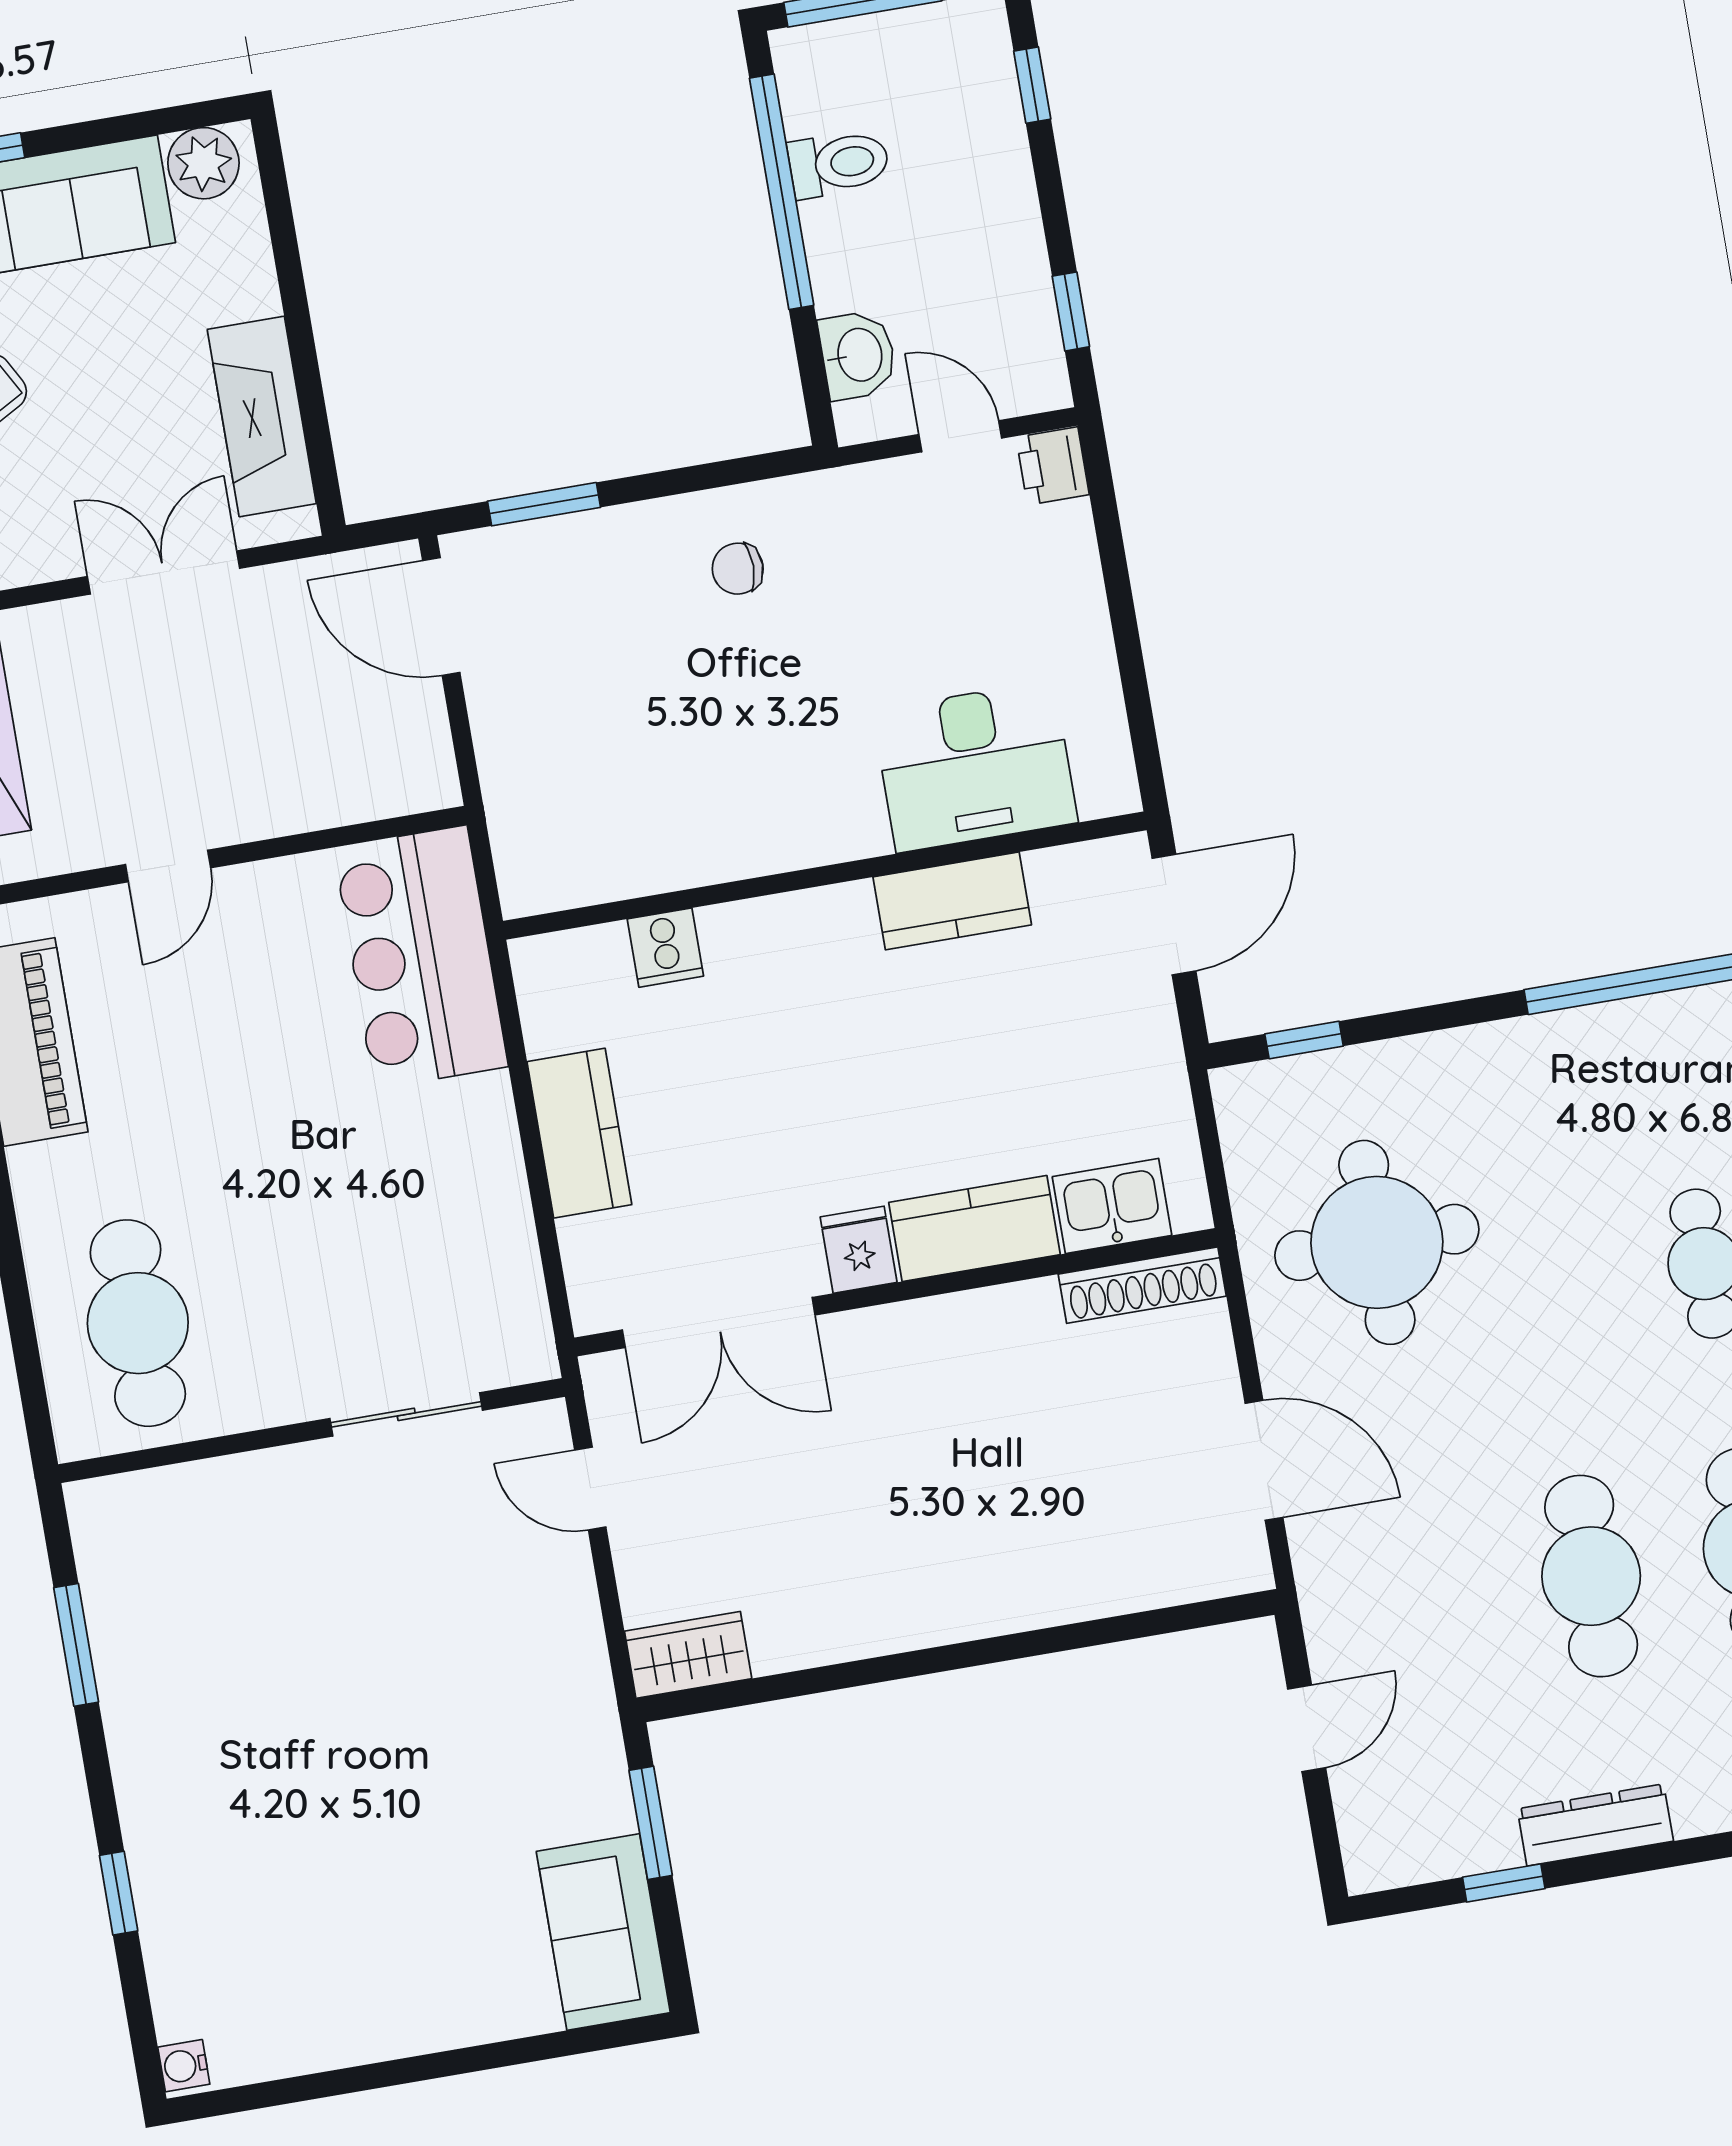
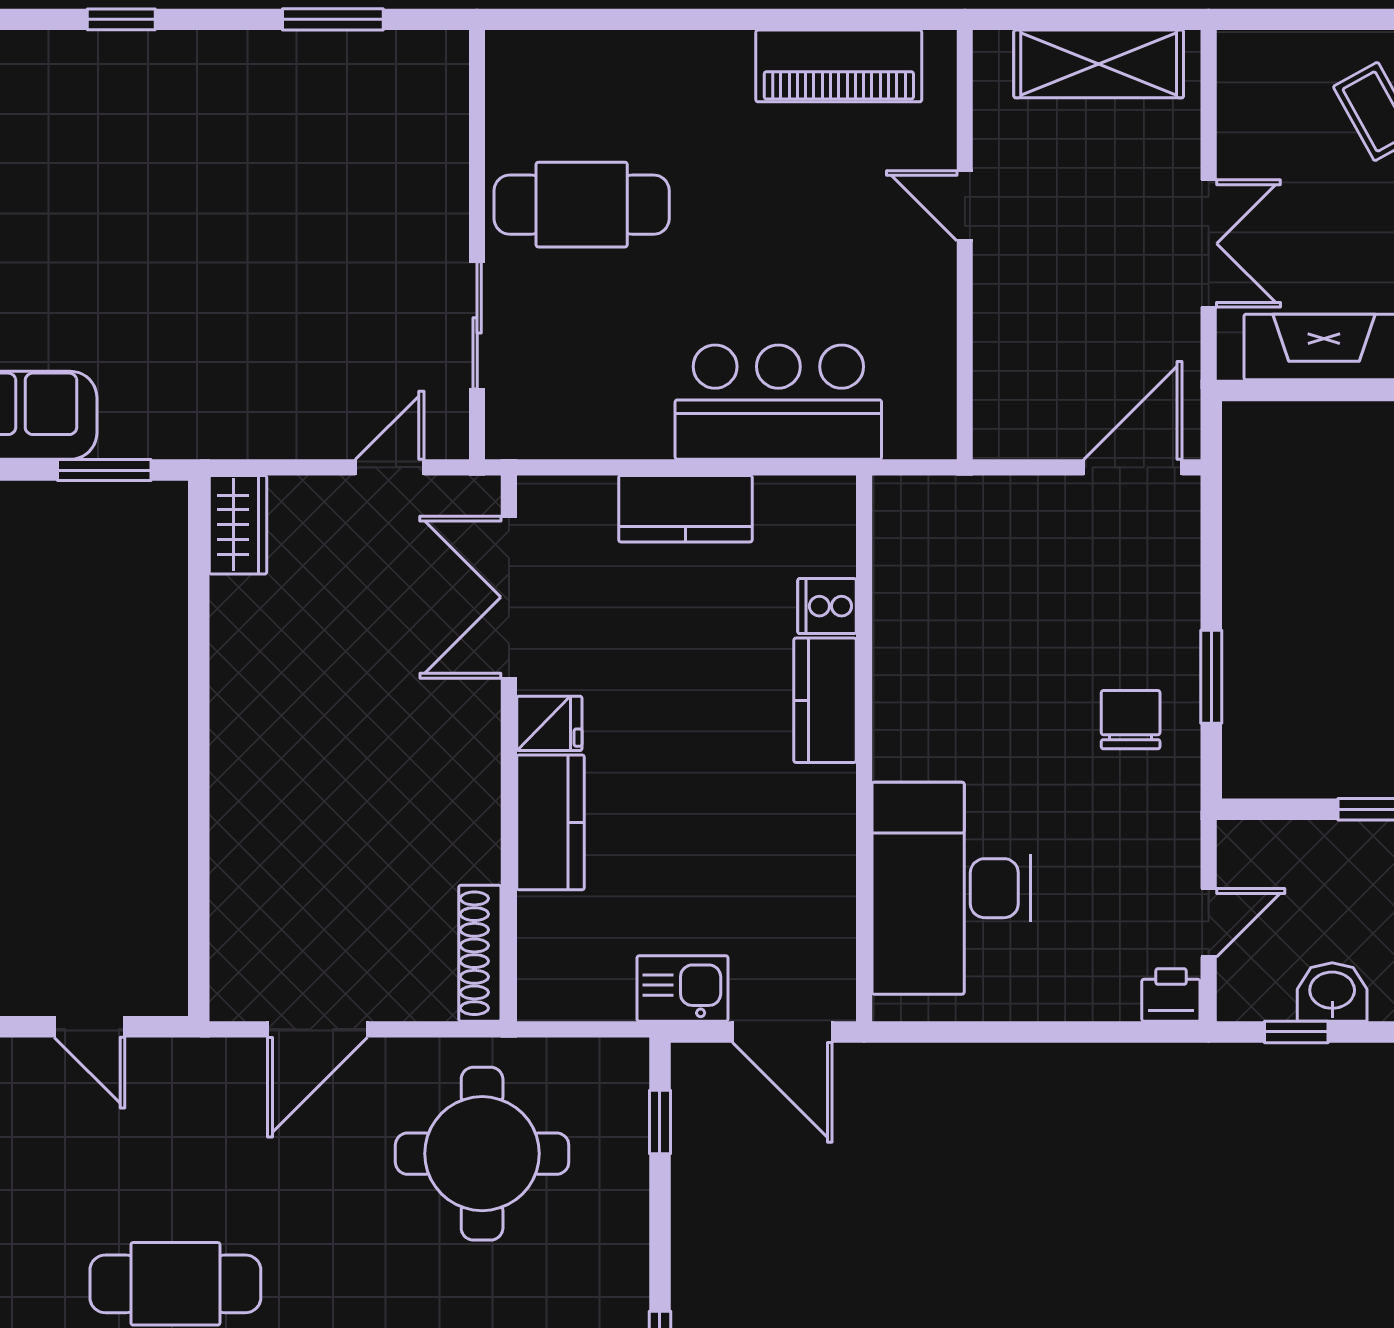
washbasin: (858, 355) -> (1332, 992), moved, turned 180
window: (544, 504) -> (1211, 677), moved
chair: (738, 569) -> (1131, 720), width x1.37, depth x1.37
desk: (975, 766) -> (951, 888), width x1.36, depth x1.30
kitchen counter: (952, 901) -> (825, 700), moved
bar counter: (421, 957) -> (778, 402), moved
kitchen sink: (1112, 1206) -> (682, 989), moved, turned -90
cafe table: (138, 1323) -> (582, 205), moved

